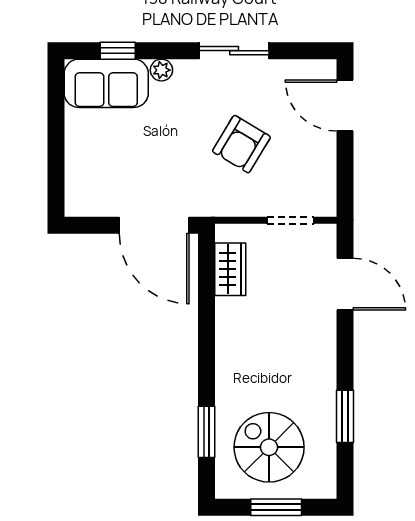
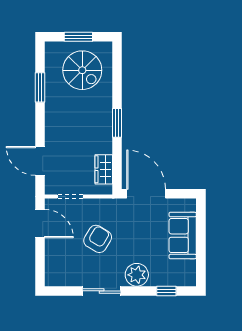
plant: (161, 70) -> (137, 275), width x1.88, depth x1.88
sofa: (106, 83) -> (183, 236), moved, turned -90
door: (345, 106) -> (40, 224), moved
window: (207, 432) -> (117, 123), moved

